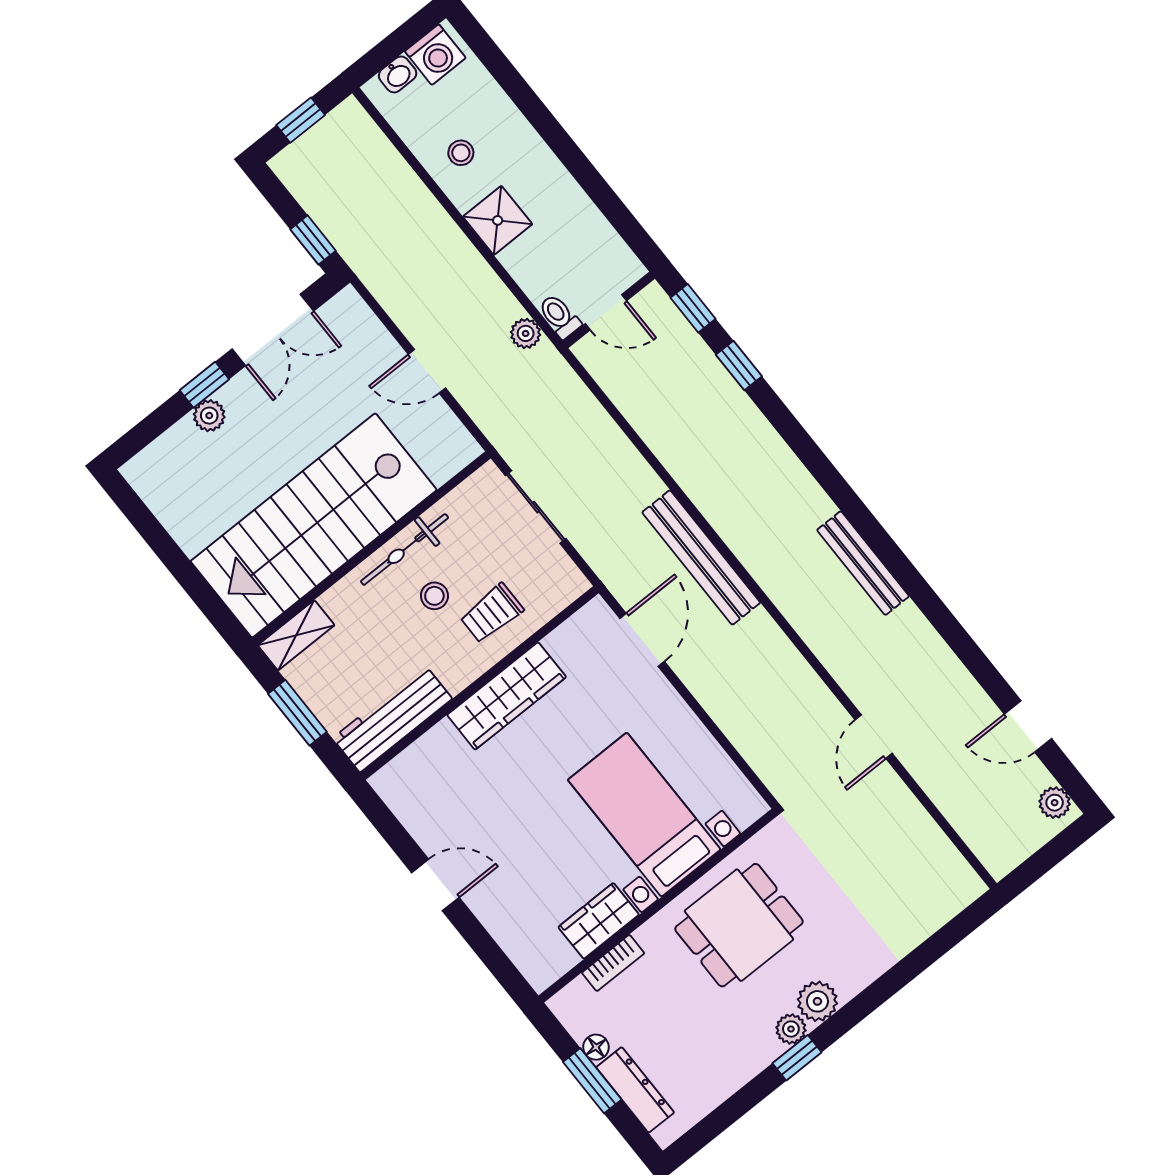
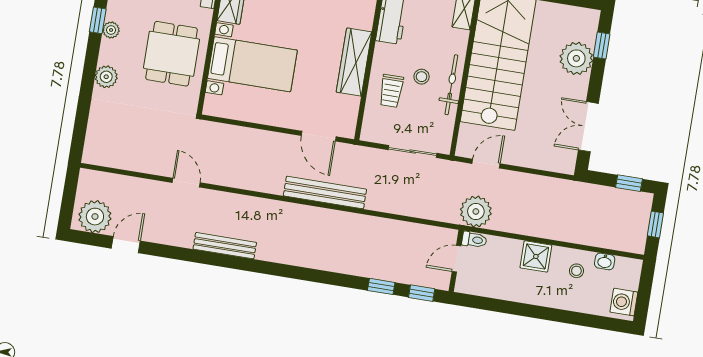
washbasin: (398, 74) -> (605, 261), moved, turned -90
window: (313, 240) -> (629, 183), moved
plant: (526, 333) -> (476, 211), width x1.87, depth x1.87
door: (427, 371) -> (486, 164), moved
window: (204, 385) -> (602, 45), moved
plant: (209, 416) -> (576, 58), width x1.88, depth x1.88
bench: (863, 563) -> (225, 246), moved
trolley: (492, 613) -> (391, 91), turned 180
plant: (1055, 803) -> (95, 217), width x1.88, depth x1.88
plant: (817, 1001) -> (106, 77), moved

